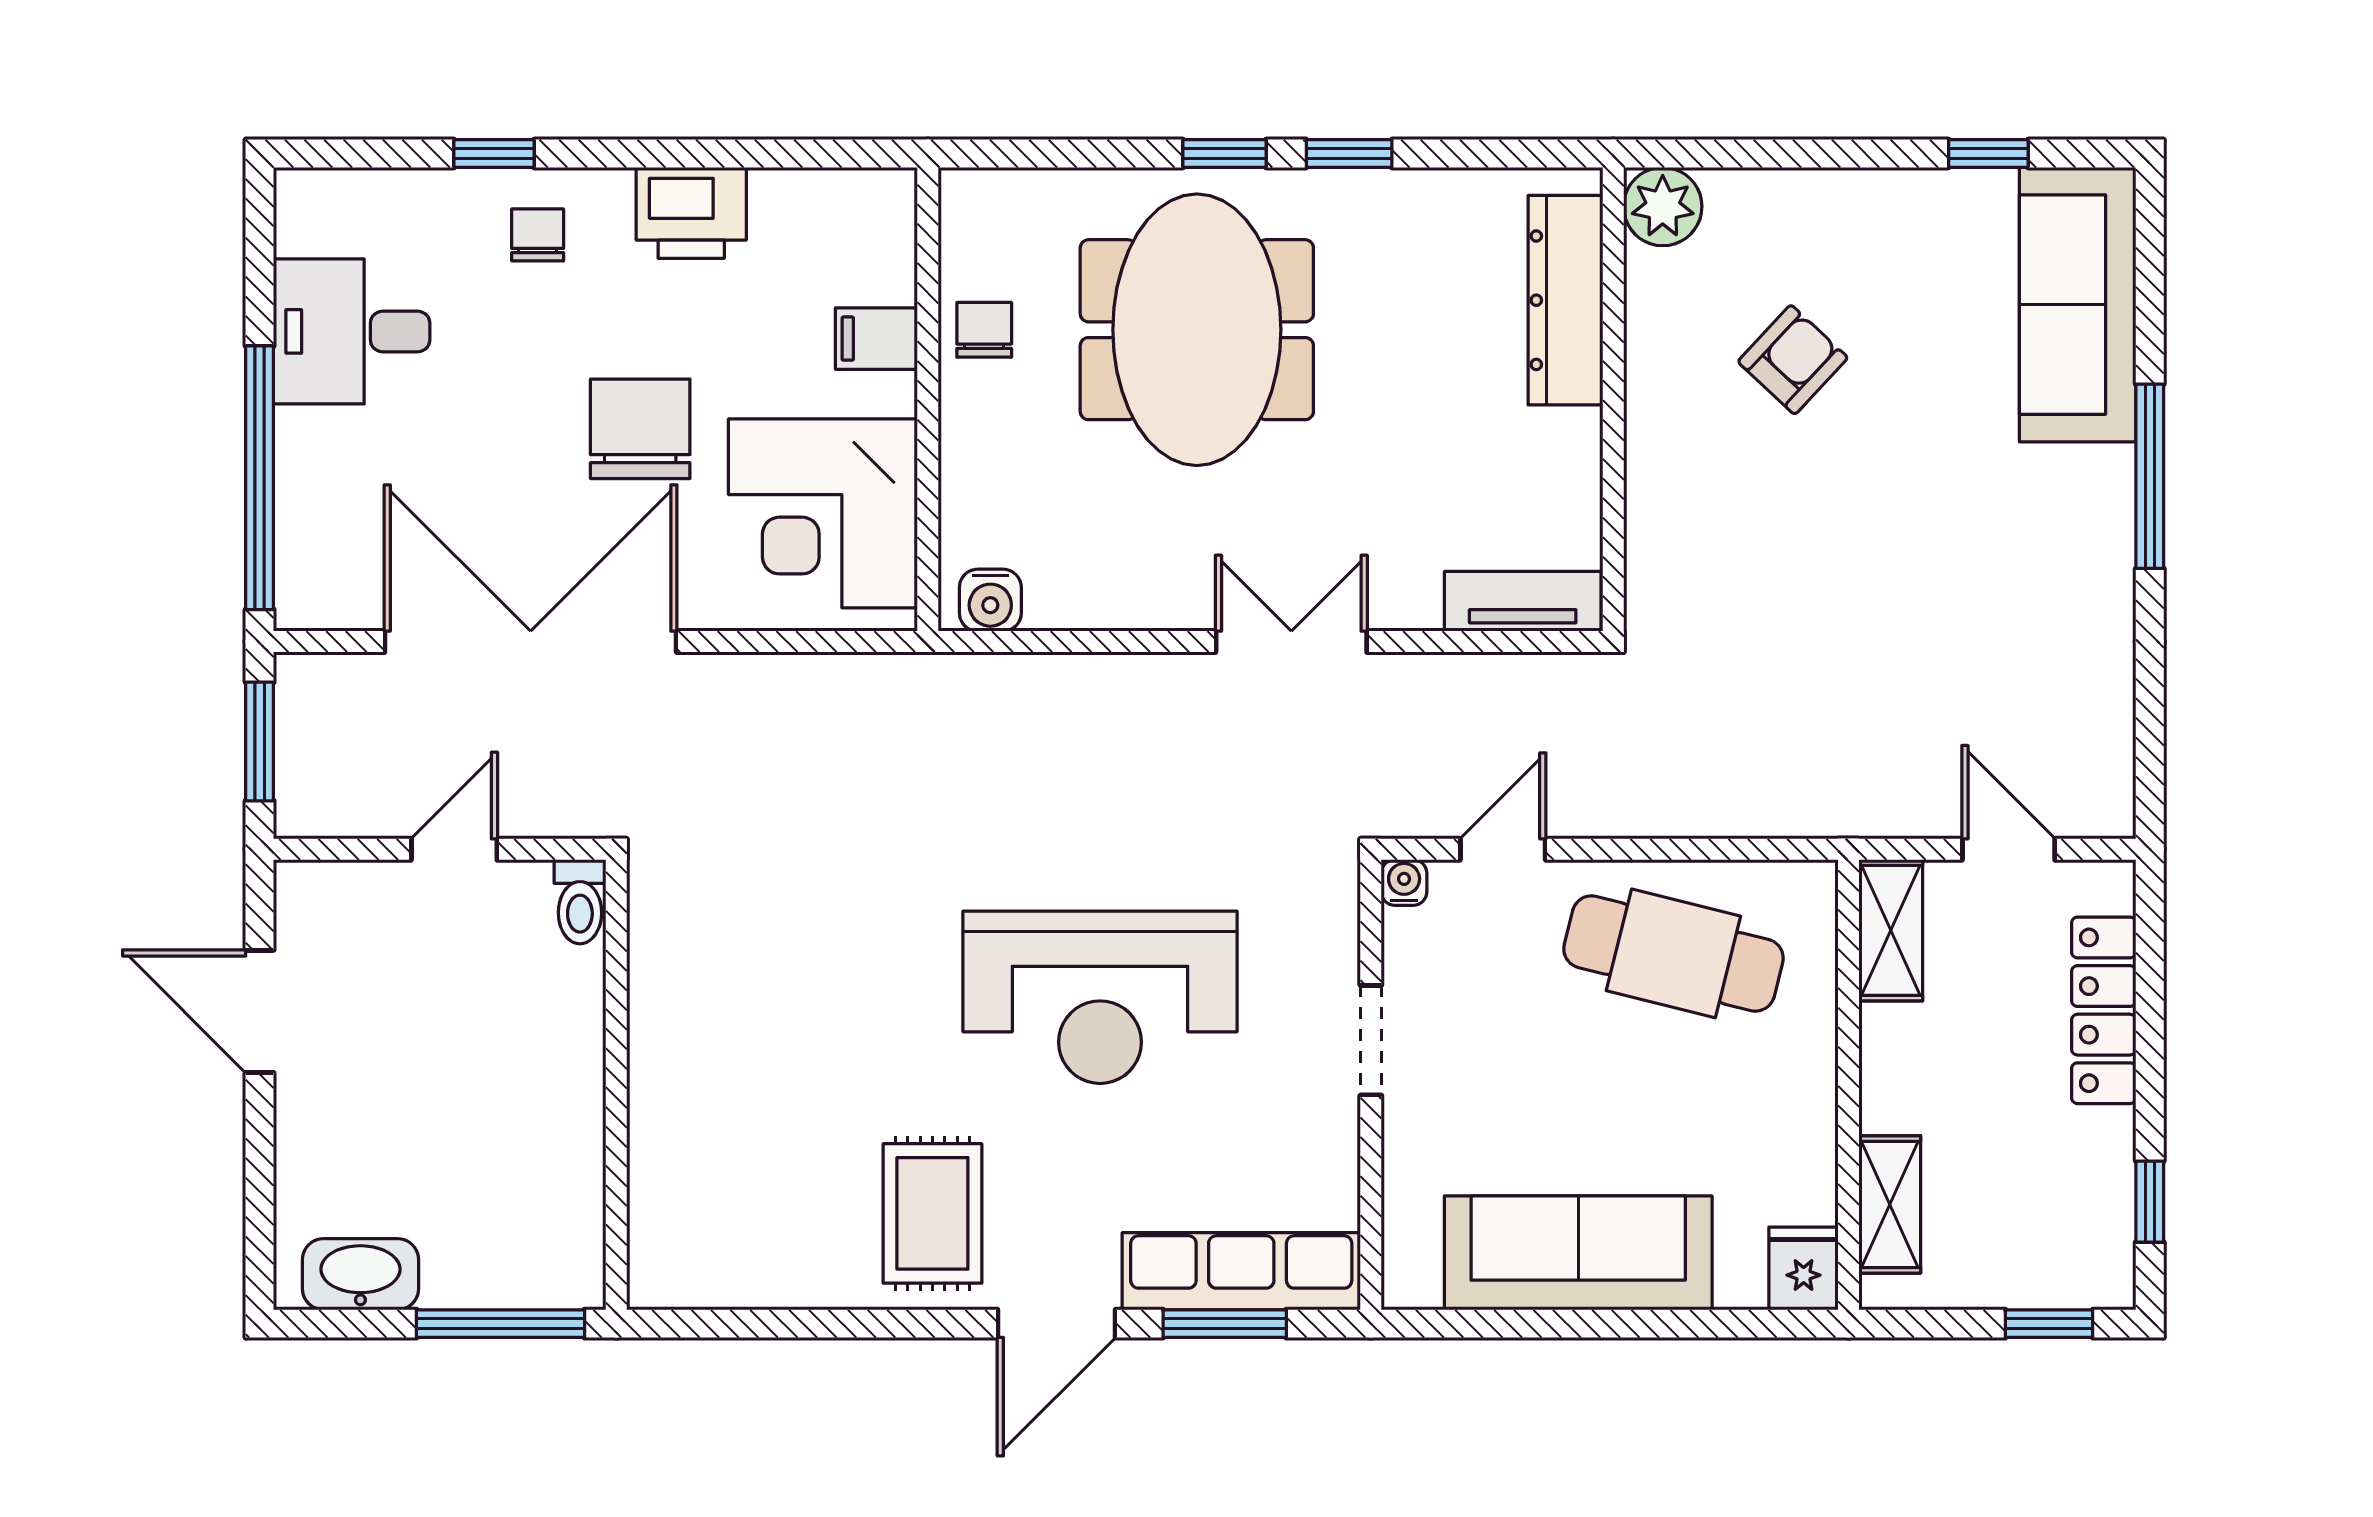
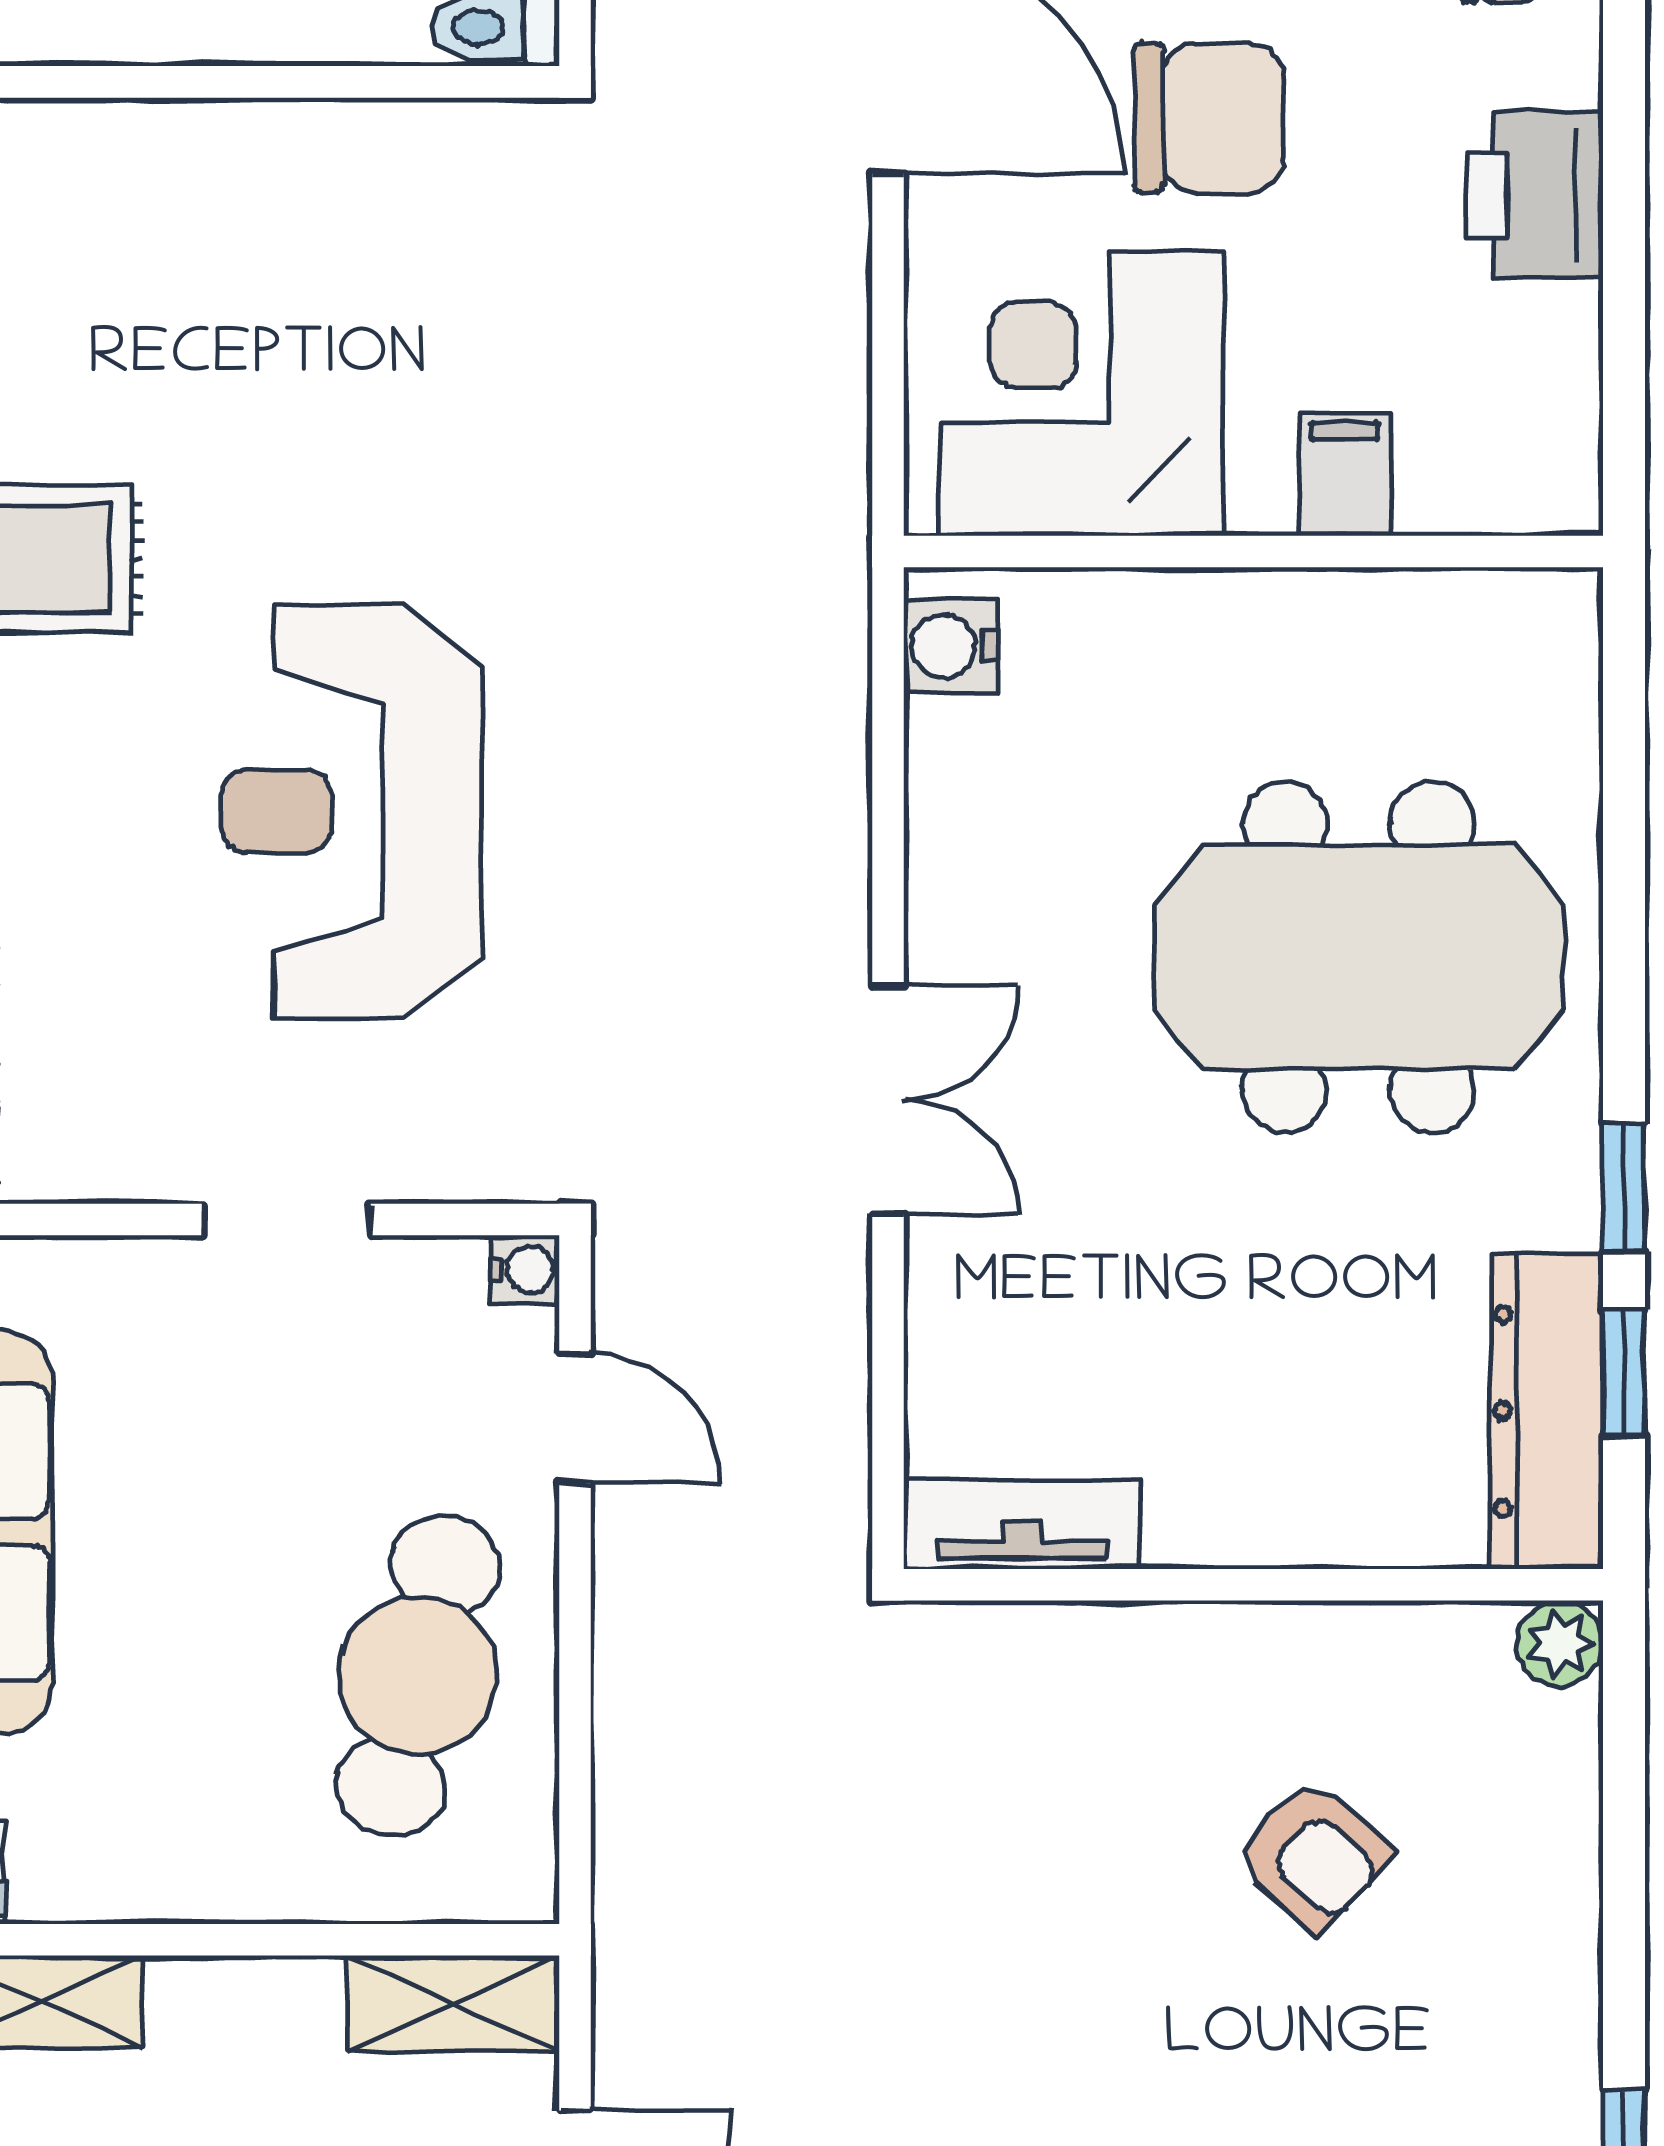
window: (1224, 153) -> (1624, 1373), moved
plant: (1663, 207) -> (1560, 1643), width x0.73, depth x0.73
dresser: (1565, 300) -> (1547, 1411), moved, turned -90
chair: (984, 330) -> (1358, 637), removed
tv unit: (1523, 601) -> (1022, 1524), moved, turned -90

